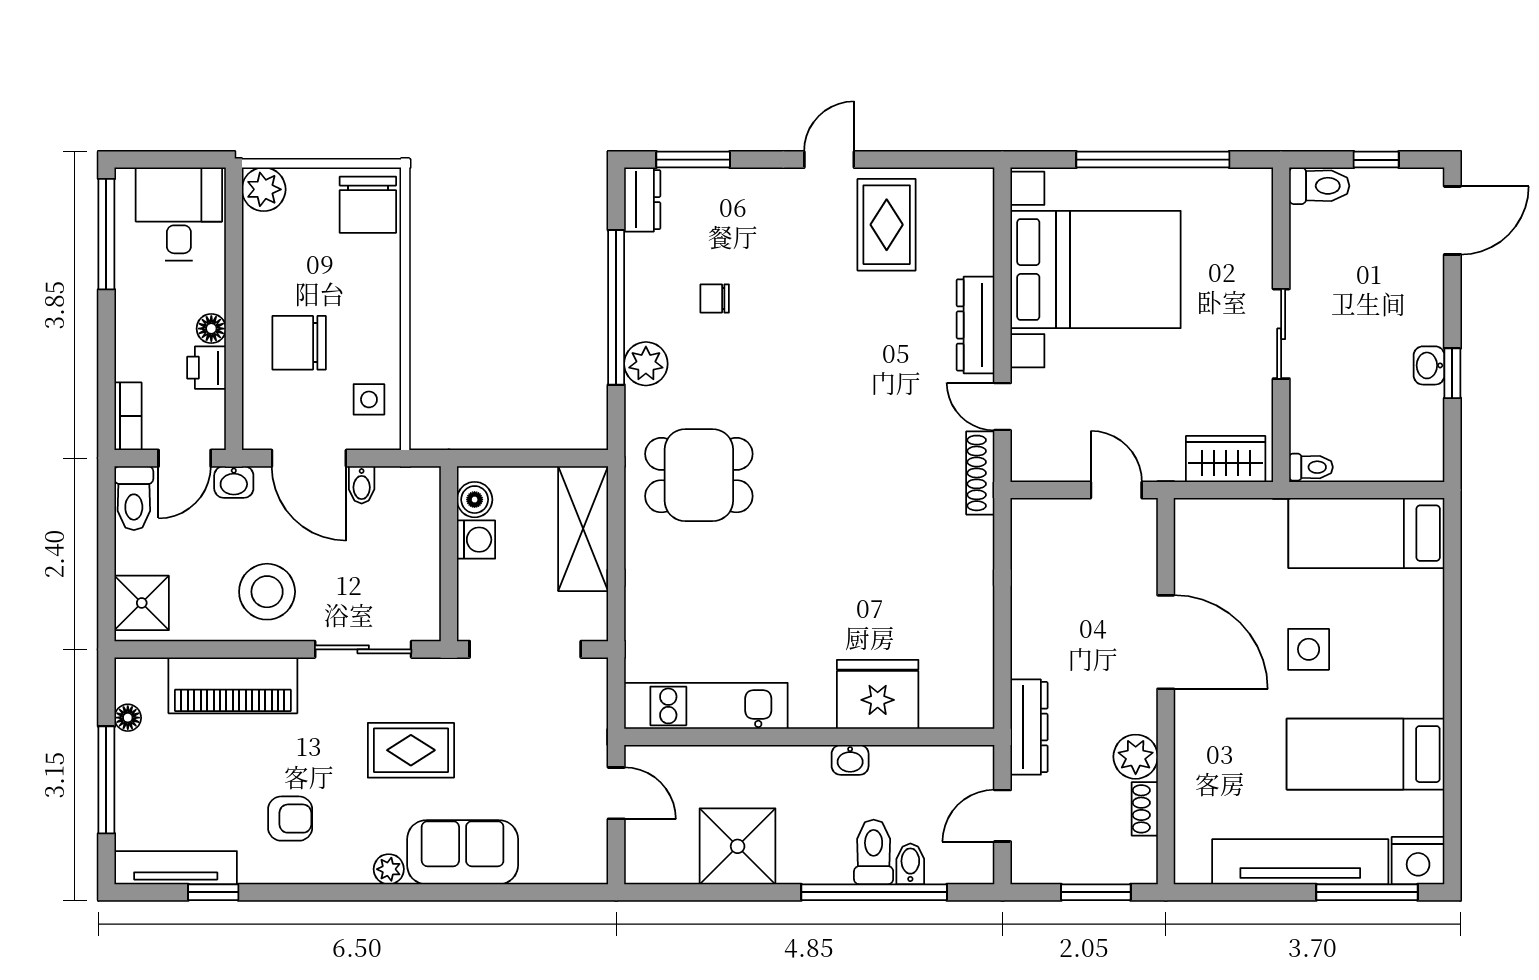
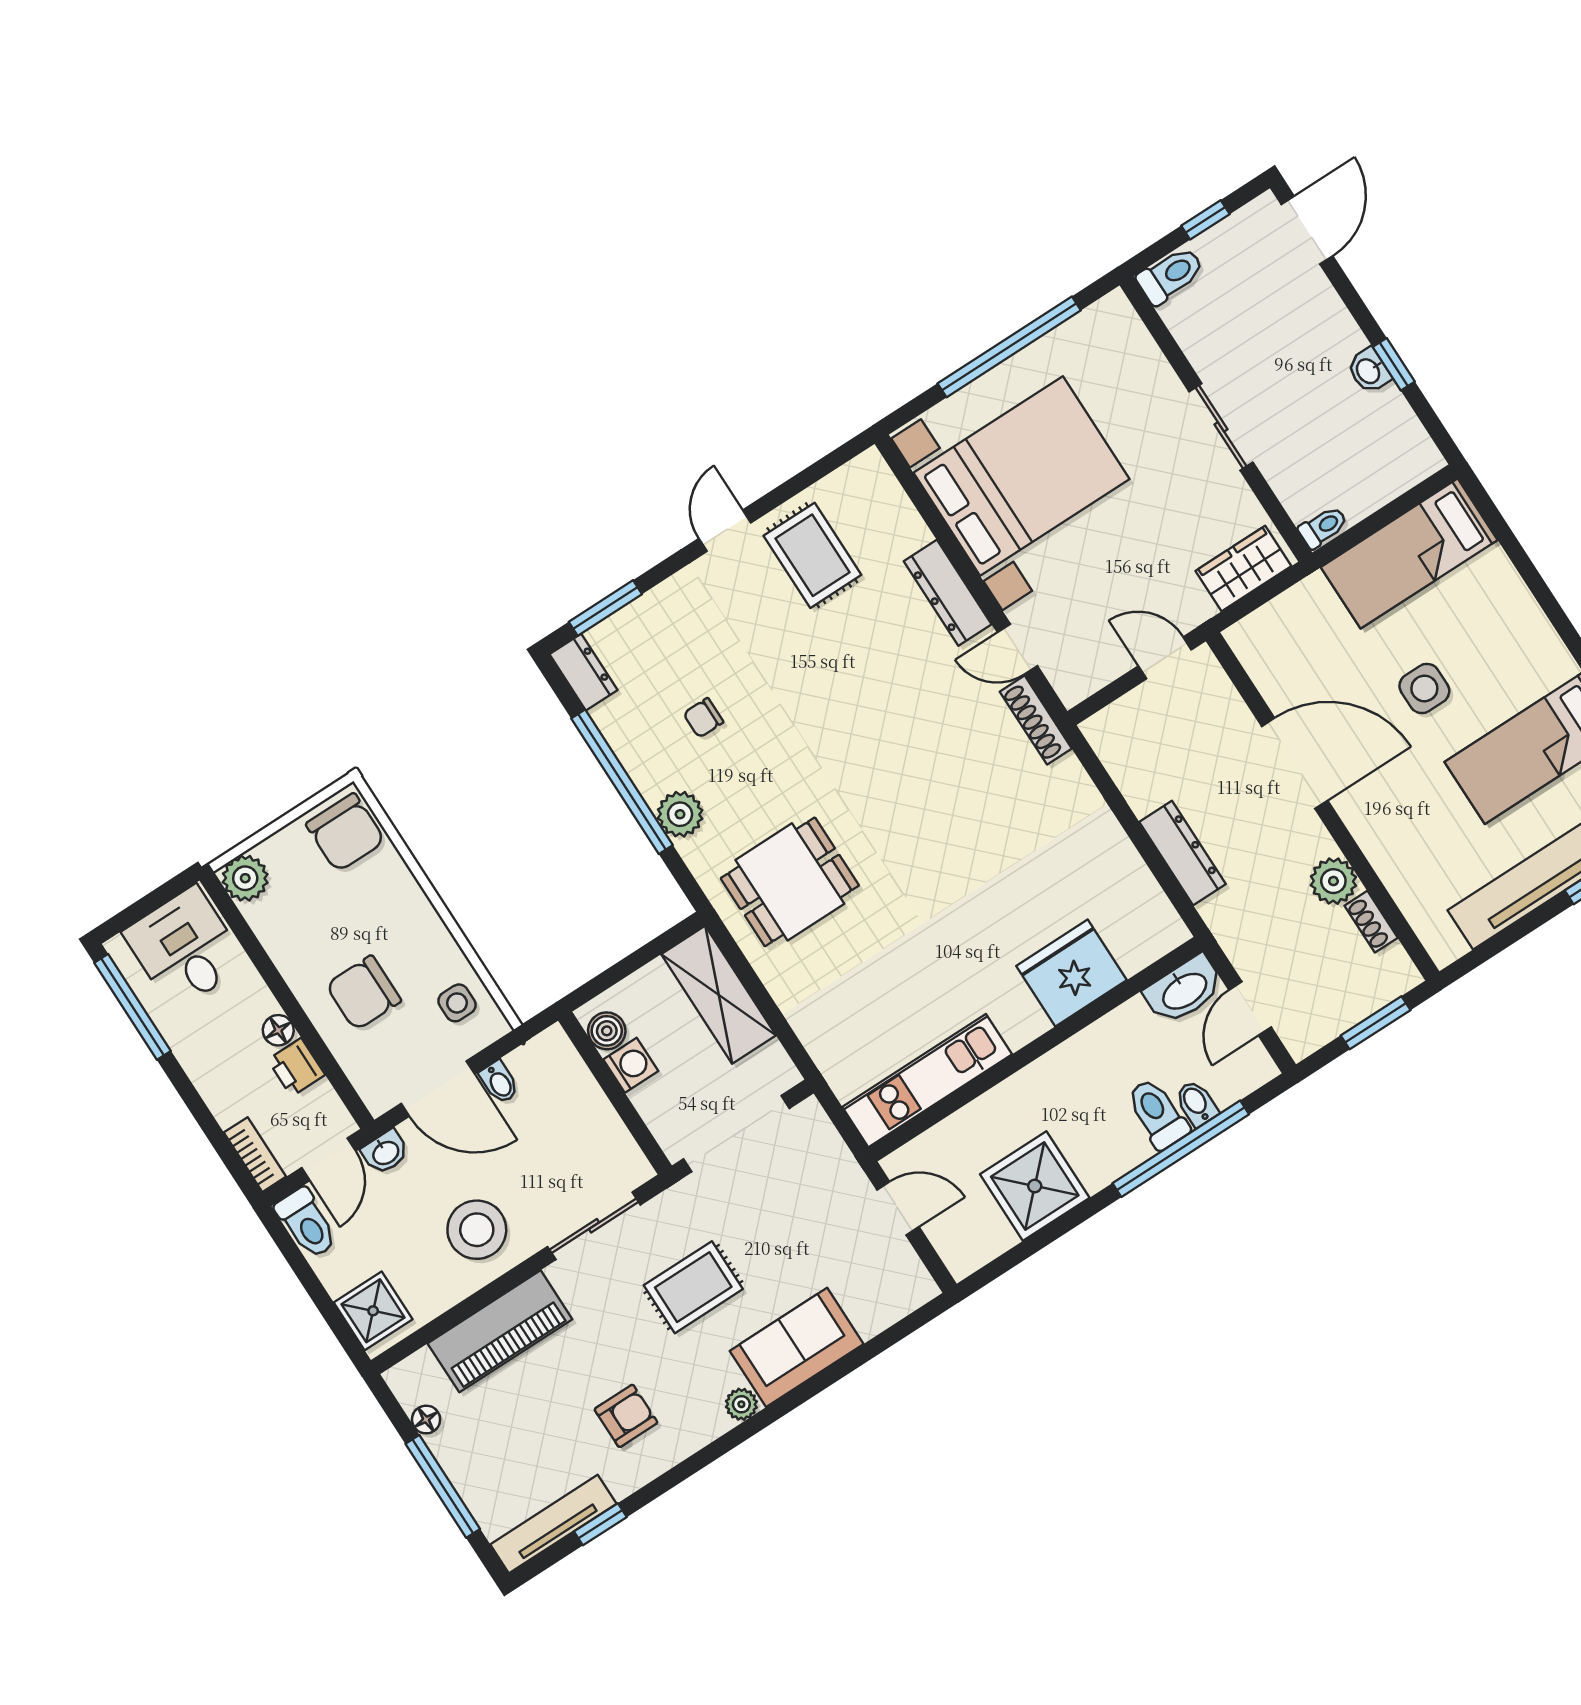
dresser: (1029, 727) -> (1183, 853), moved
washbasin: (850, 760) -> (1184, 990), moved, width x1.91, depth x1.45

